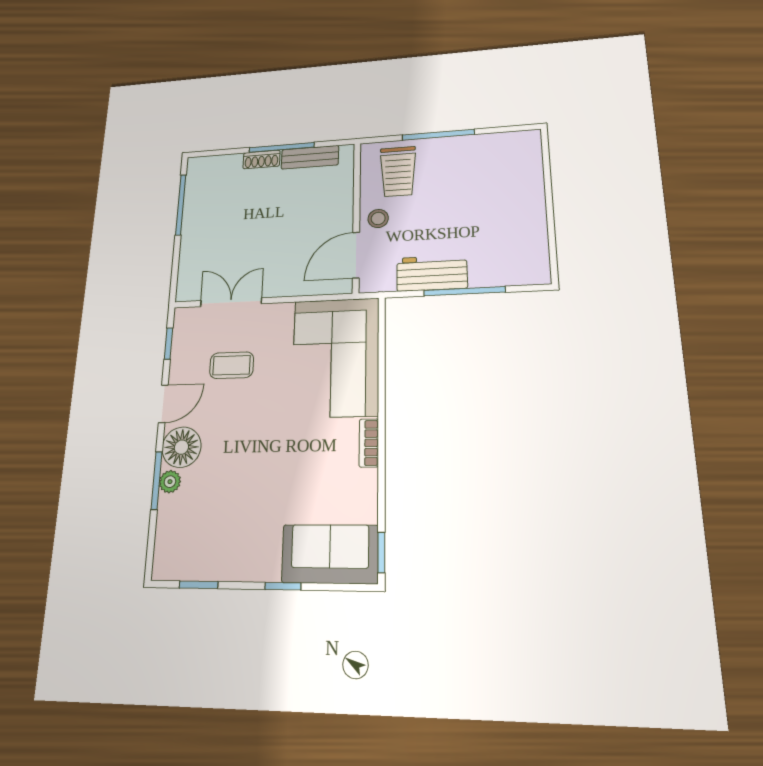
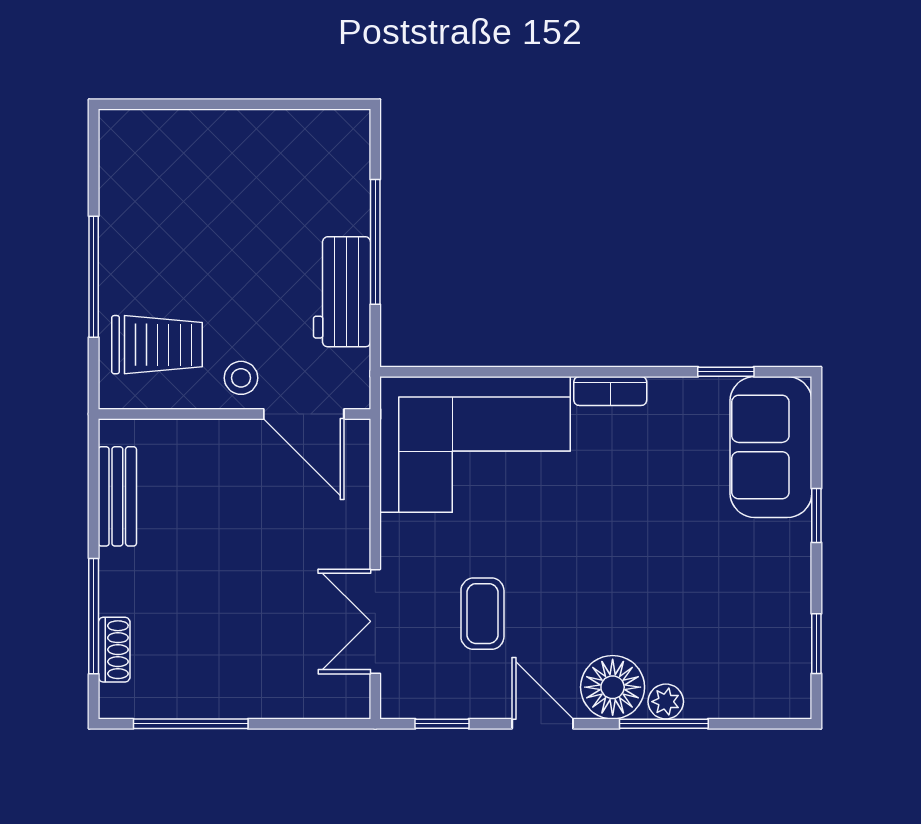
window: (281, 147) -> (94, 616), moved
shoe rack: (261, 159) -> (114, 650), moved
window: (381, 552) -> (726, 372), moved

